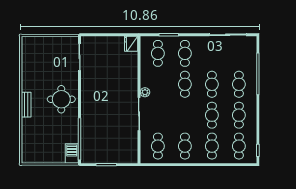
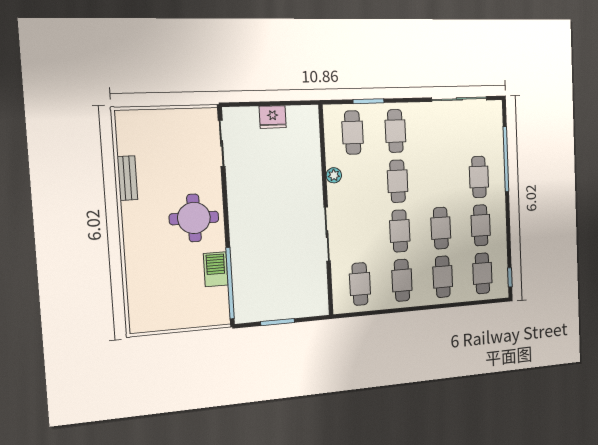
fridge: (131, 44) -> (273, 117), moved, turned -90
cafe table: (212, 84) -> (400, 231), moved
plant: (145, 92) -> (334, 175), moved
bench: (26, 105) -> (127, 178), moved
barbecue: (72, 153) -> (216, 269), moved

